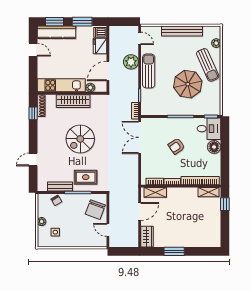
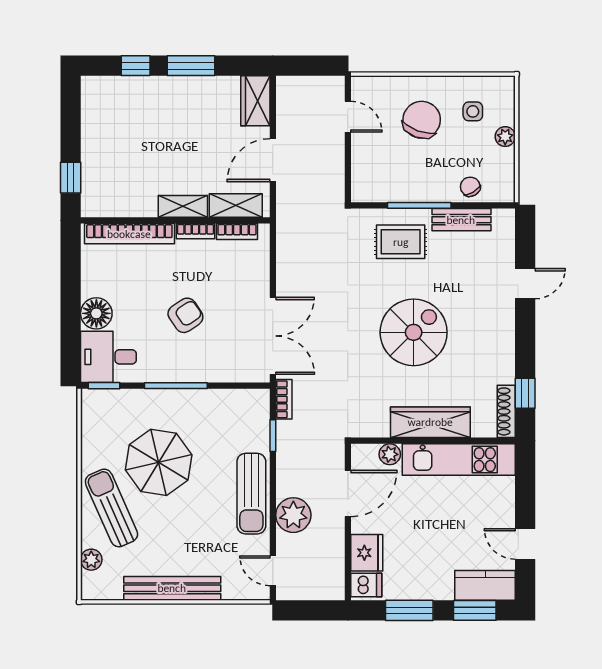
kitchen counter: (56, 32) -> (485, 585), width x0.67
shelving: (209, 192) -> (183, 206), moved
chair: (95, 210) -> (422, 120), moved
window: (197, 251) -> (136, 66), added

